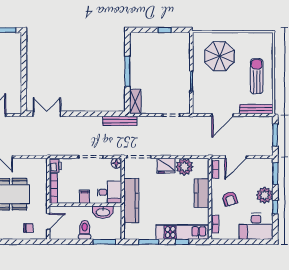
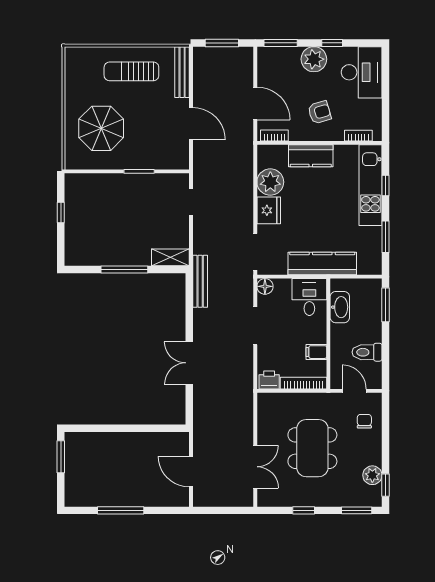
double door: (47, 114) -> (189, 363), moved
filing cabinet: (85, 197) -> (316, 352), moved
toilet: (85, 230) -> (367, 352), moved

